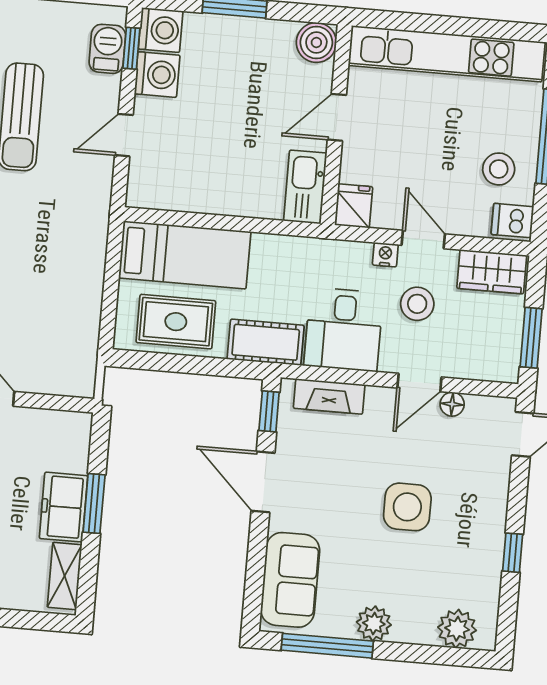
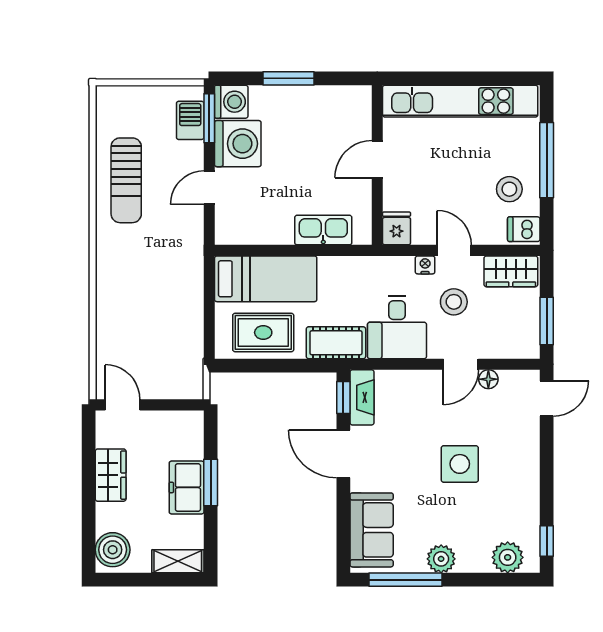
boiler: (316, 42) -> (356, 101), removed
window: (131, 48) -> (209, 118), width x1.50
washing machine: (157, 75) -> (238, 144), width x1.37, depth x1.37
kitchen sink: (305, 187) -> (323, 230), moved, turned 90
fireplace: (329, 396) -> (362, 397), moved, turned -90
window: (513, 553) -> (547, 541), moved
shelving: (65, 576) -> (178, 561), moved, turned 90

